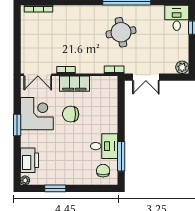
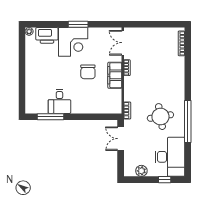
desk: (177, 18) -> (170, 157), width x1.87, depth x1.30
plant: (182, 67) -> (141, 171), moved
corner desk: (37, 114) -> (73, 42), moved
chair: (71, 114) -> (88, 72), turned 180
chair: (103, 171) -> (38, 101), removed
window: (55, 188) -> (22, 58), removed

